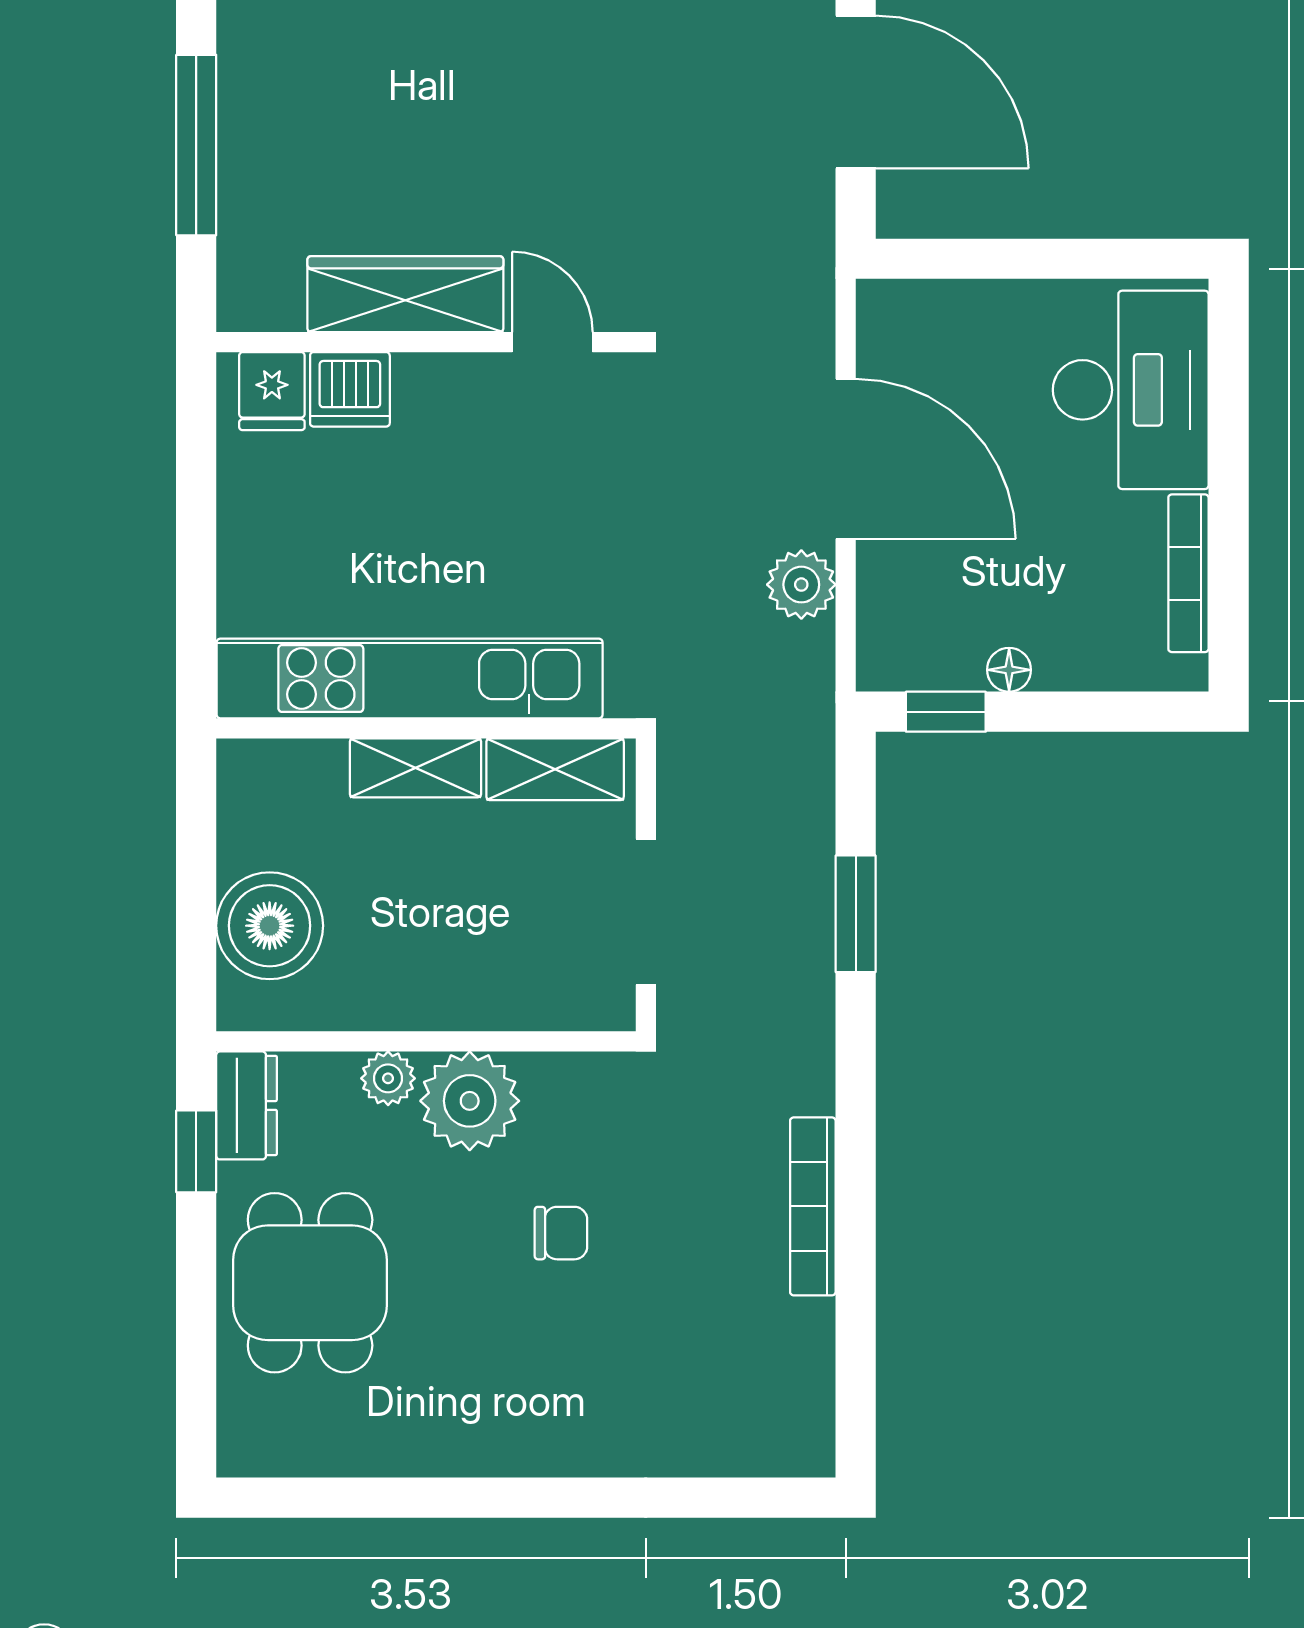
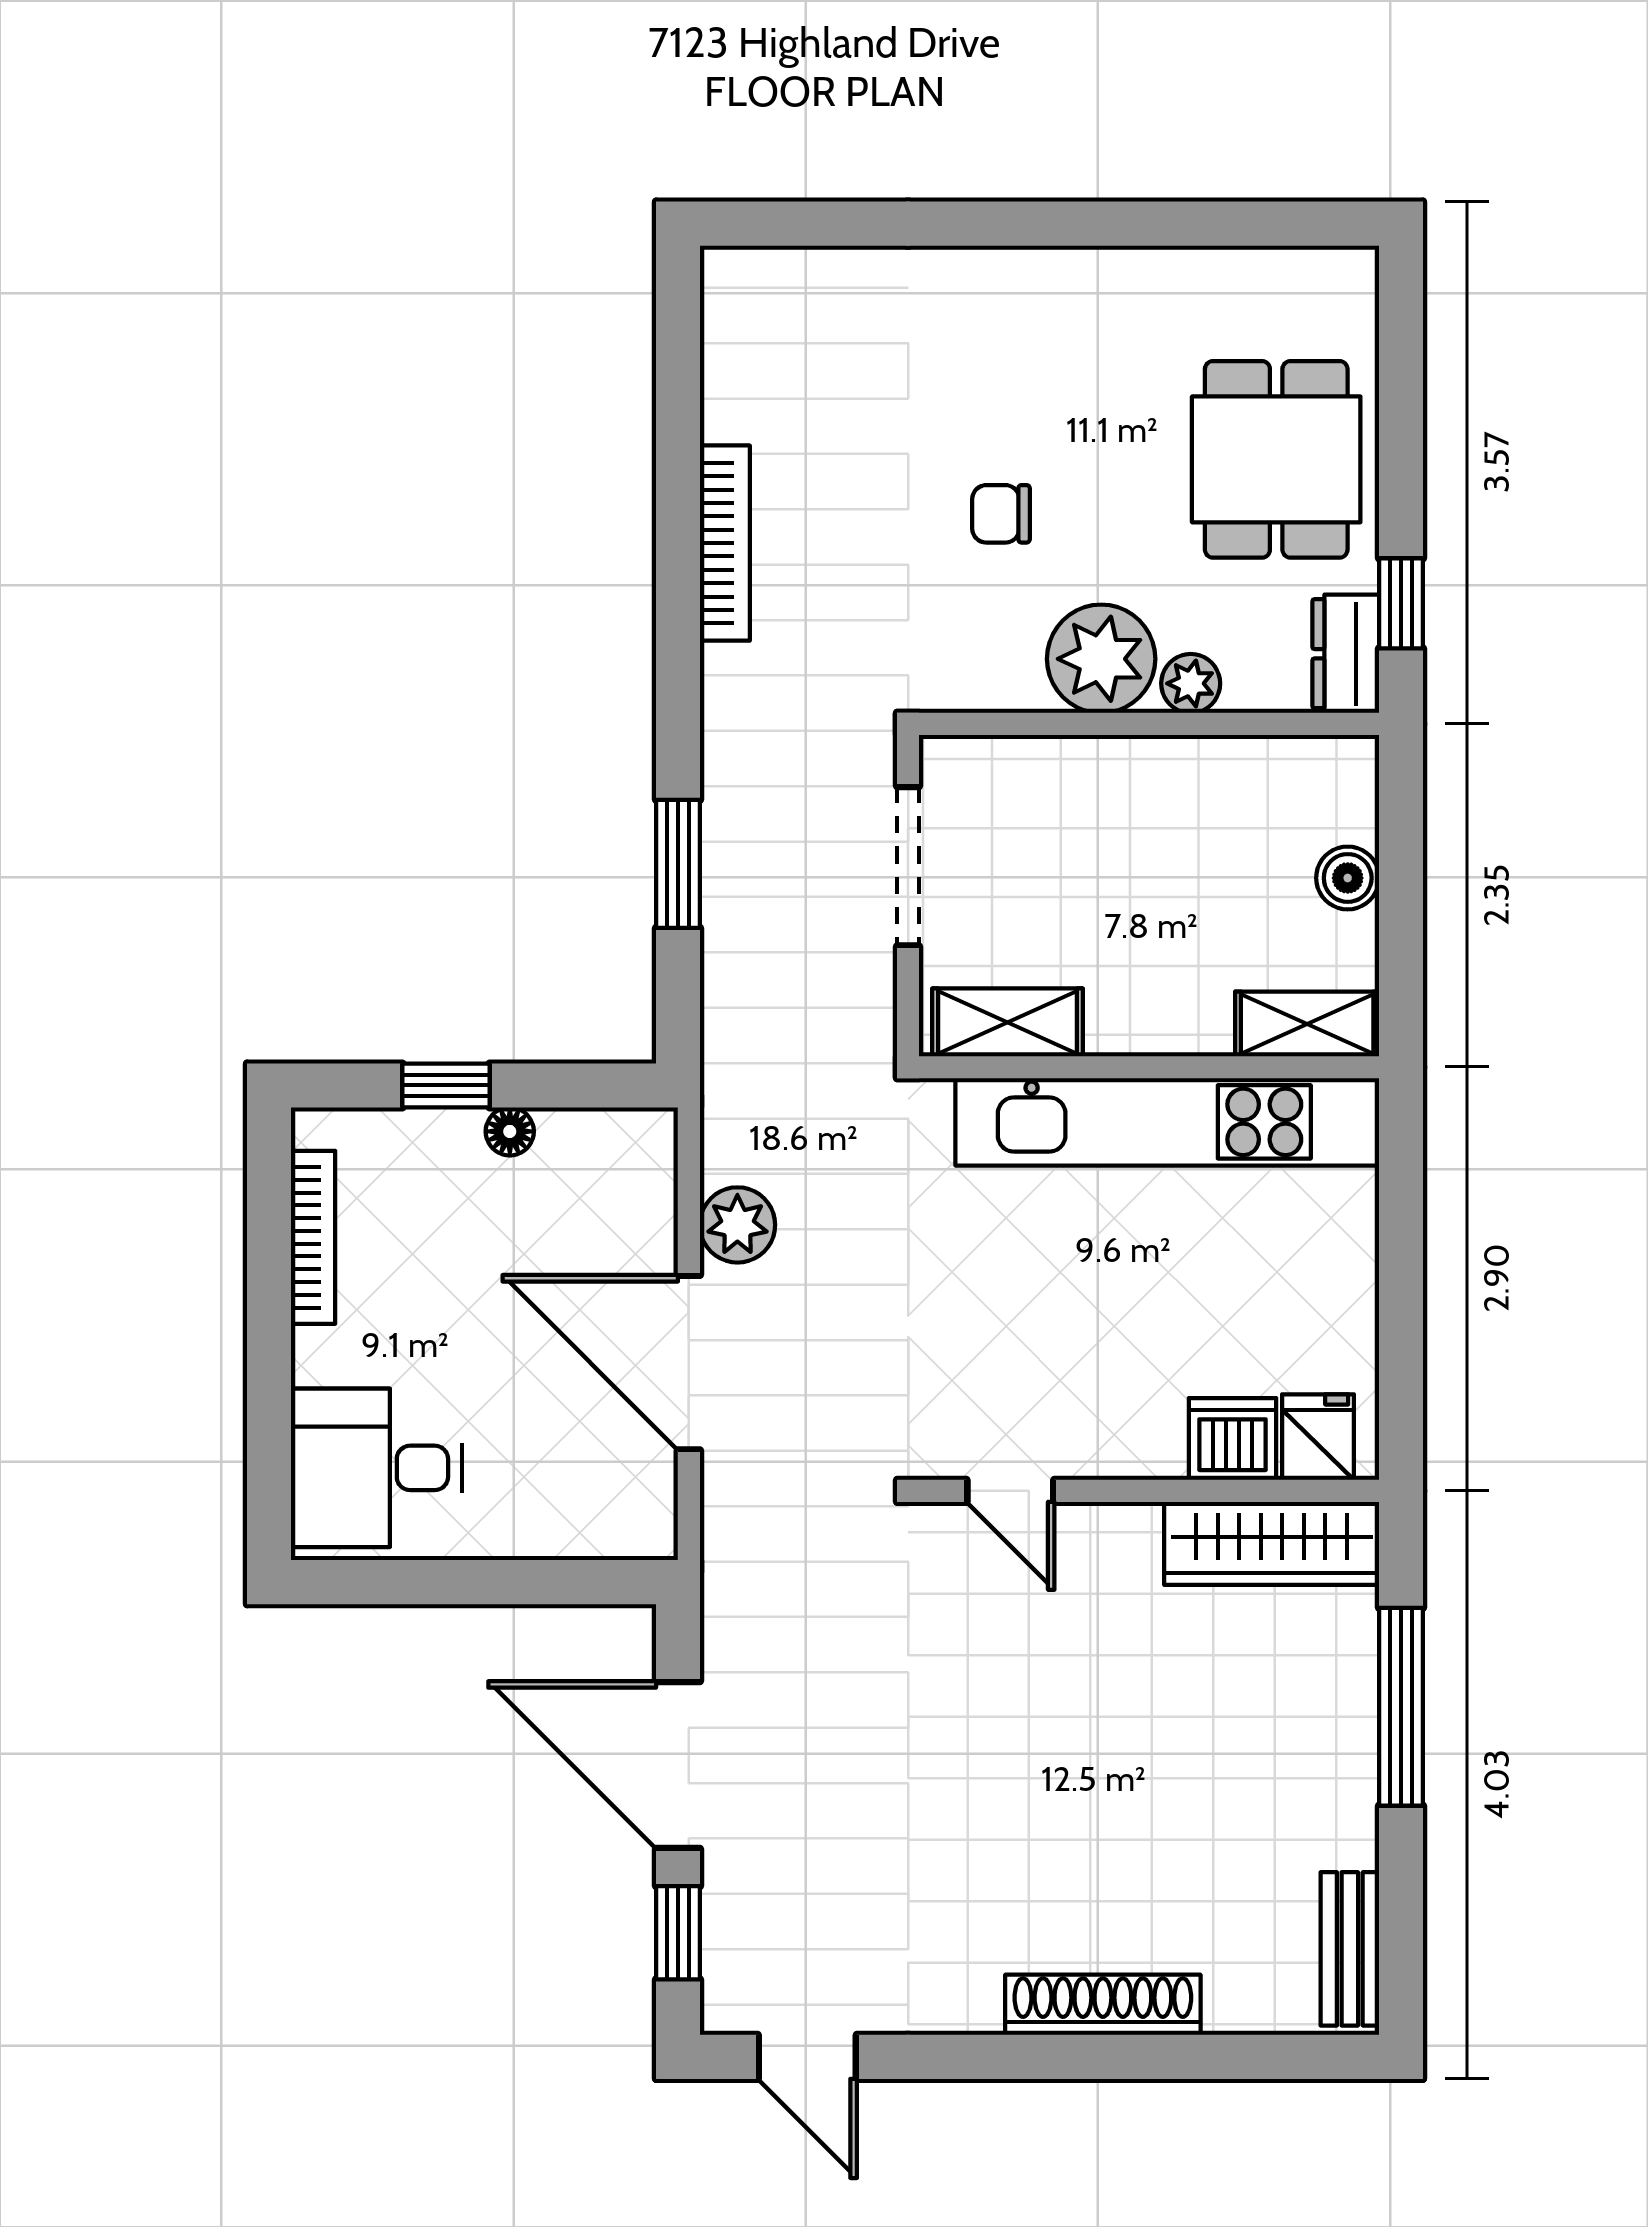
wardrobe: (405, 294) -> (1272, 1543), moved
desk: (1131, 390) -> (376, 1468), width x0.73
window: (946, 712) -> (446, 1085), moved
shelving: (415, 768) -> (1307, 1024), moved
boiler: (270, 926) -> (1348, 878), width x0.54, depth x0.54

